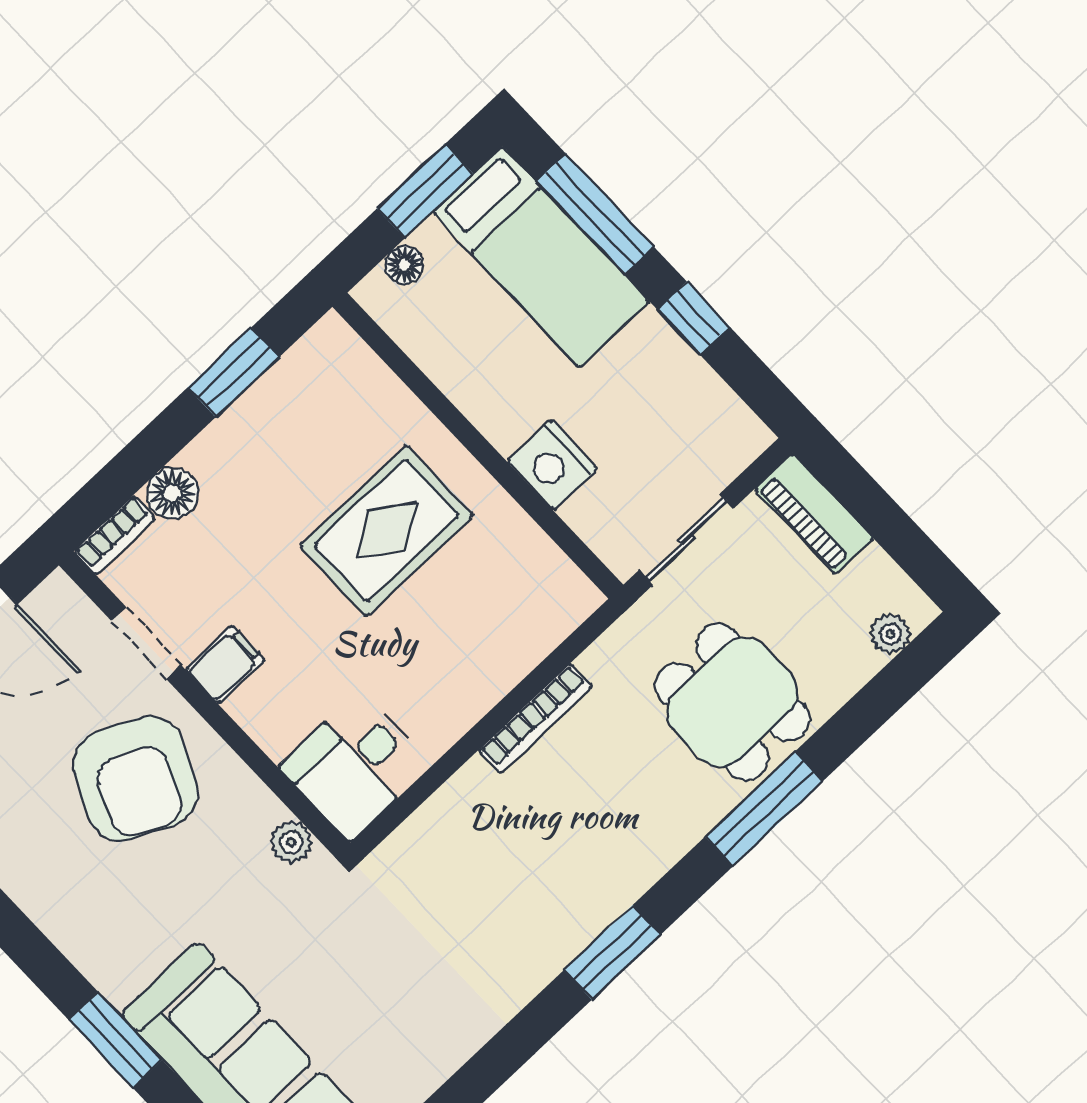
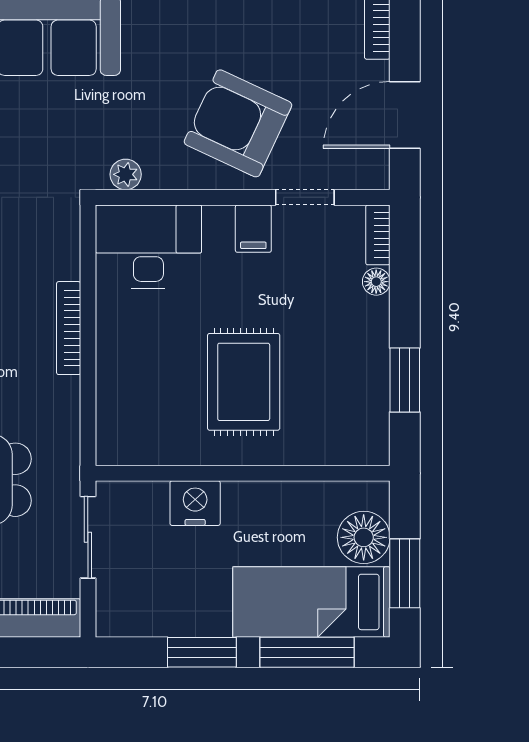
floor lamp: (404, 265) -> (364, 537), width x1.89, depth x1.89
window: (694, 318) -> (202, 652), width x1.50
floor lamp: (172, 493) -> (376, 282), width x0.73, depth x0.73
bookcase: (535, 718) -> (69, 328), moved
desk: (355, 766) -> (148, 247), width x1.37

